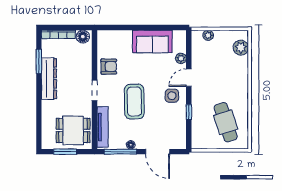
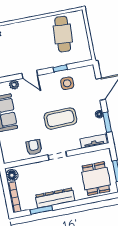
side table: (172, 96) -> (67, 83), moved
cafe table: (226, 122) -> (63, 34), turned -68
tv unit: (103, 127) -> (94, 141), width x0.71
dining table: (73, 130) -> (96, 179), moved
window: (120, 152) -> (107, 122), width x0.69

